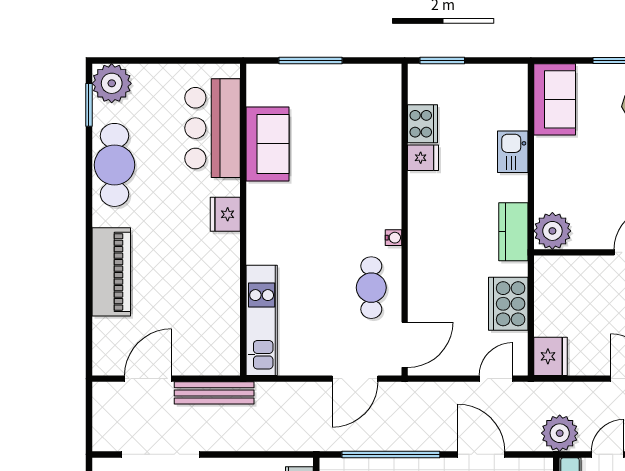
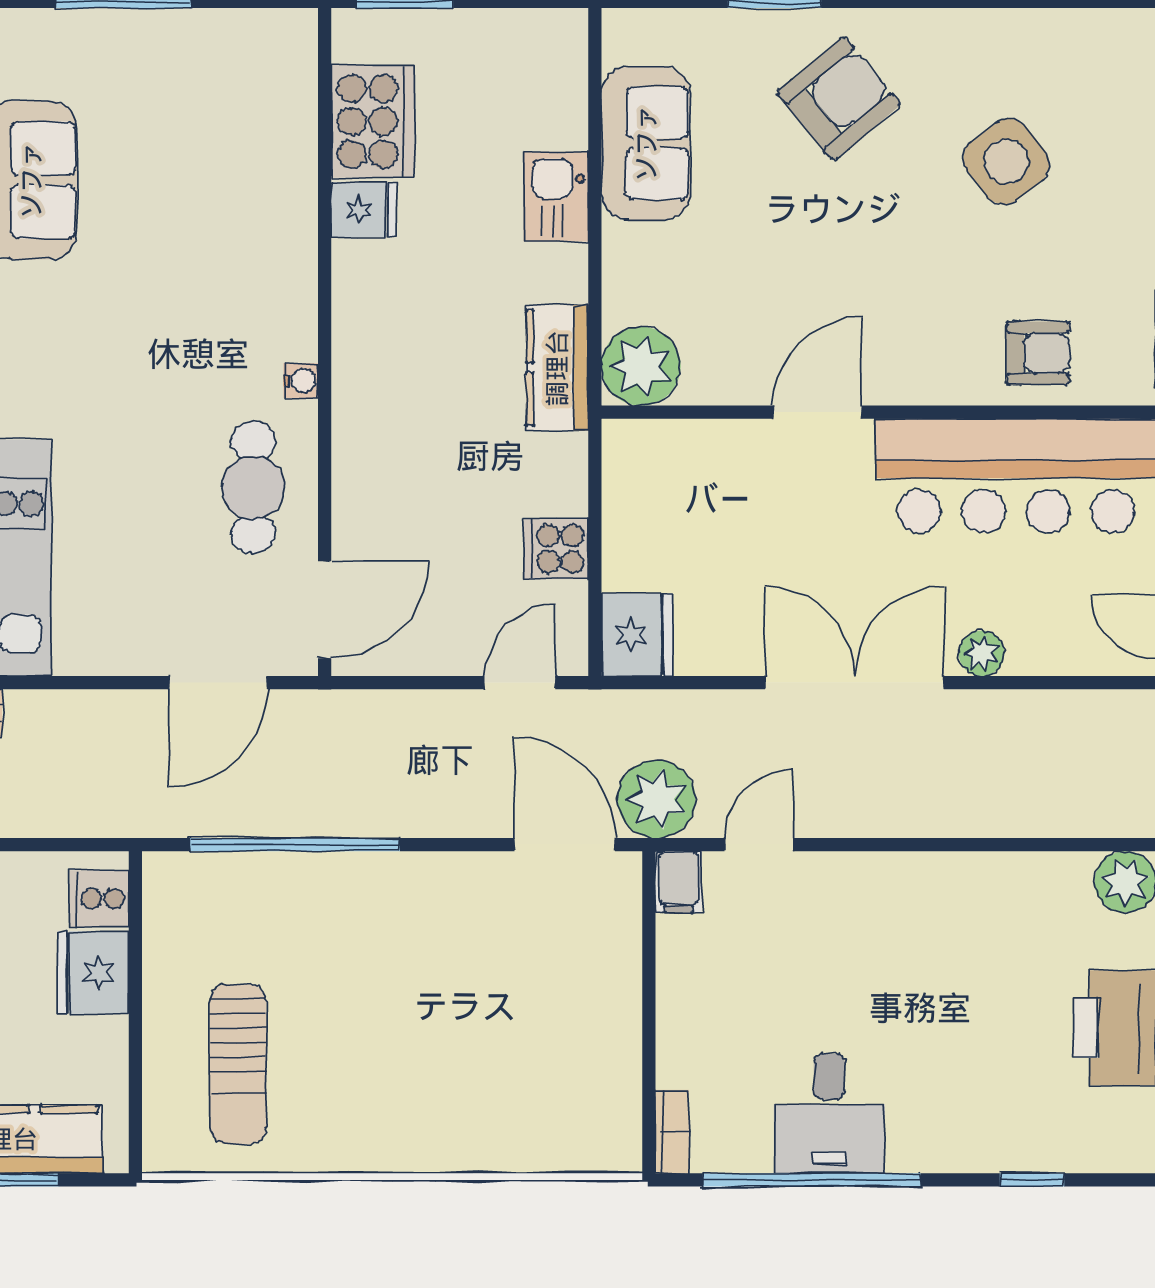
sofa: (555, 99) -> (646, 143), moved
cooker: (422, 124) -> (373, 121), width x1.37, depth x1.31
cooker: (508, 304) -> (556, 549), width x0.53, depth x0.76
door: (481, 454) -> (565, 845), moved

